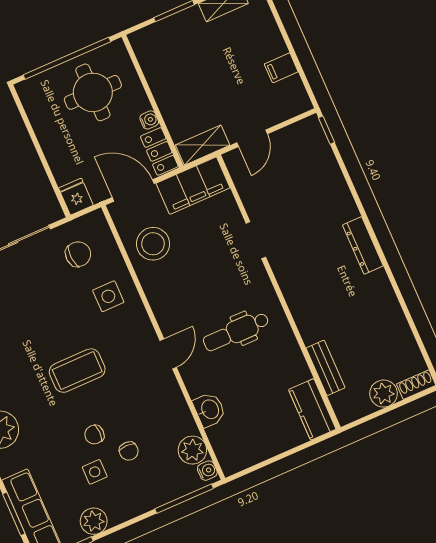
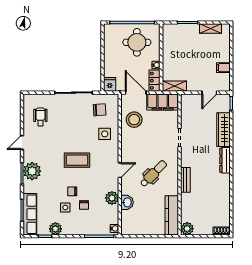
door: (252, 138) -> (209, 93), moved
wardrobe: (334, 187) -> (224, 130), added
dental chair: (236, 332) -> (153, 174), turned 135
bench: (325, 368) -> (185, 180), moved
plant: (384, 394) -> (187, 229), moved
kitchen counter: (312, 409) -> (172, 215), width x1.50
plant: (192, 450) -> (112, 198), moved

